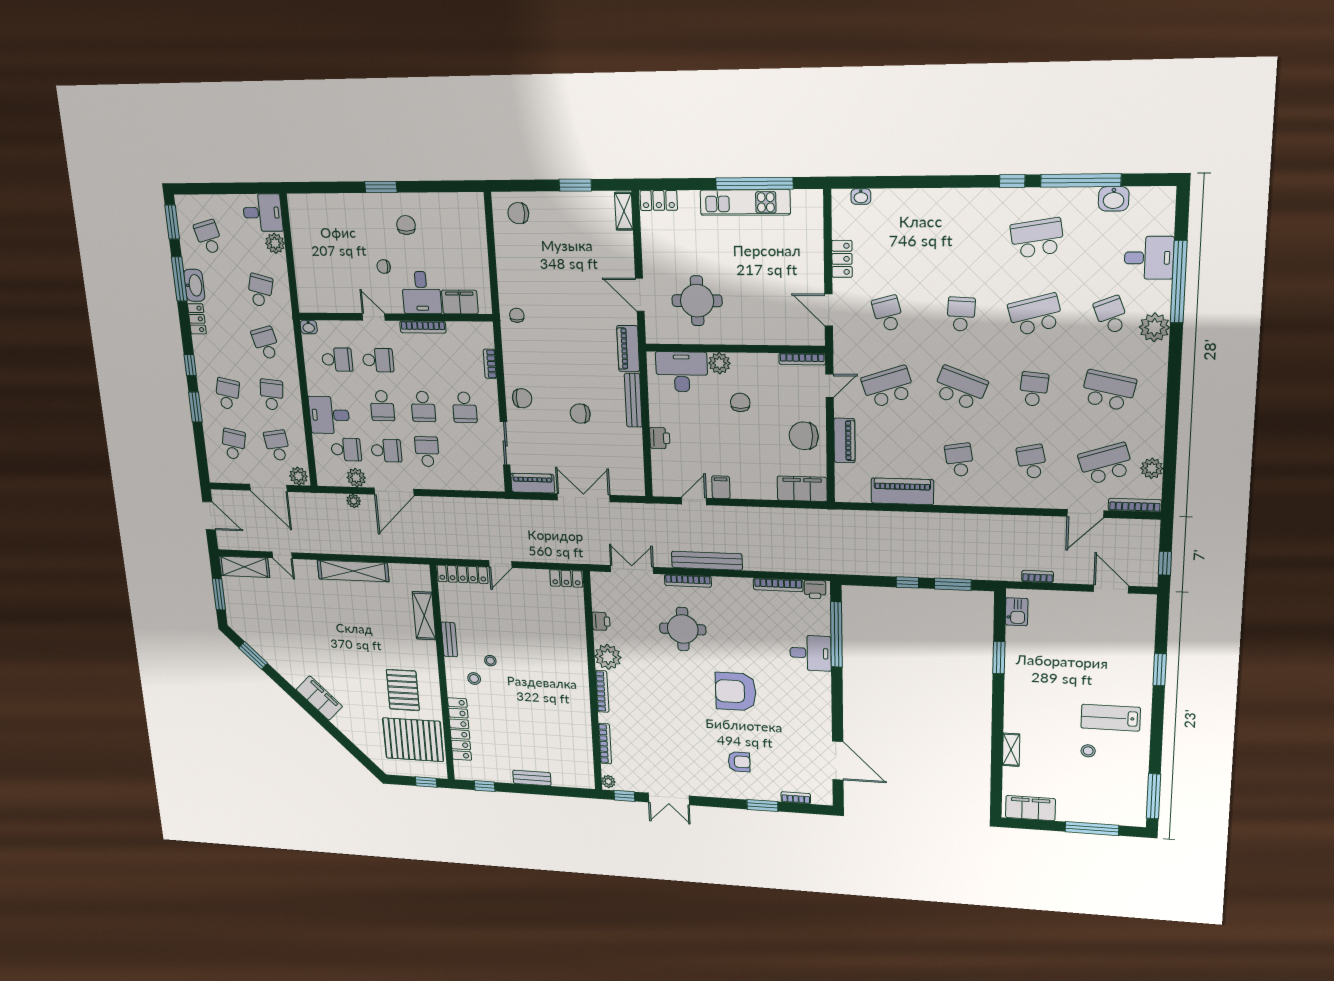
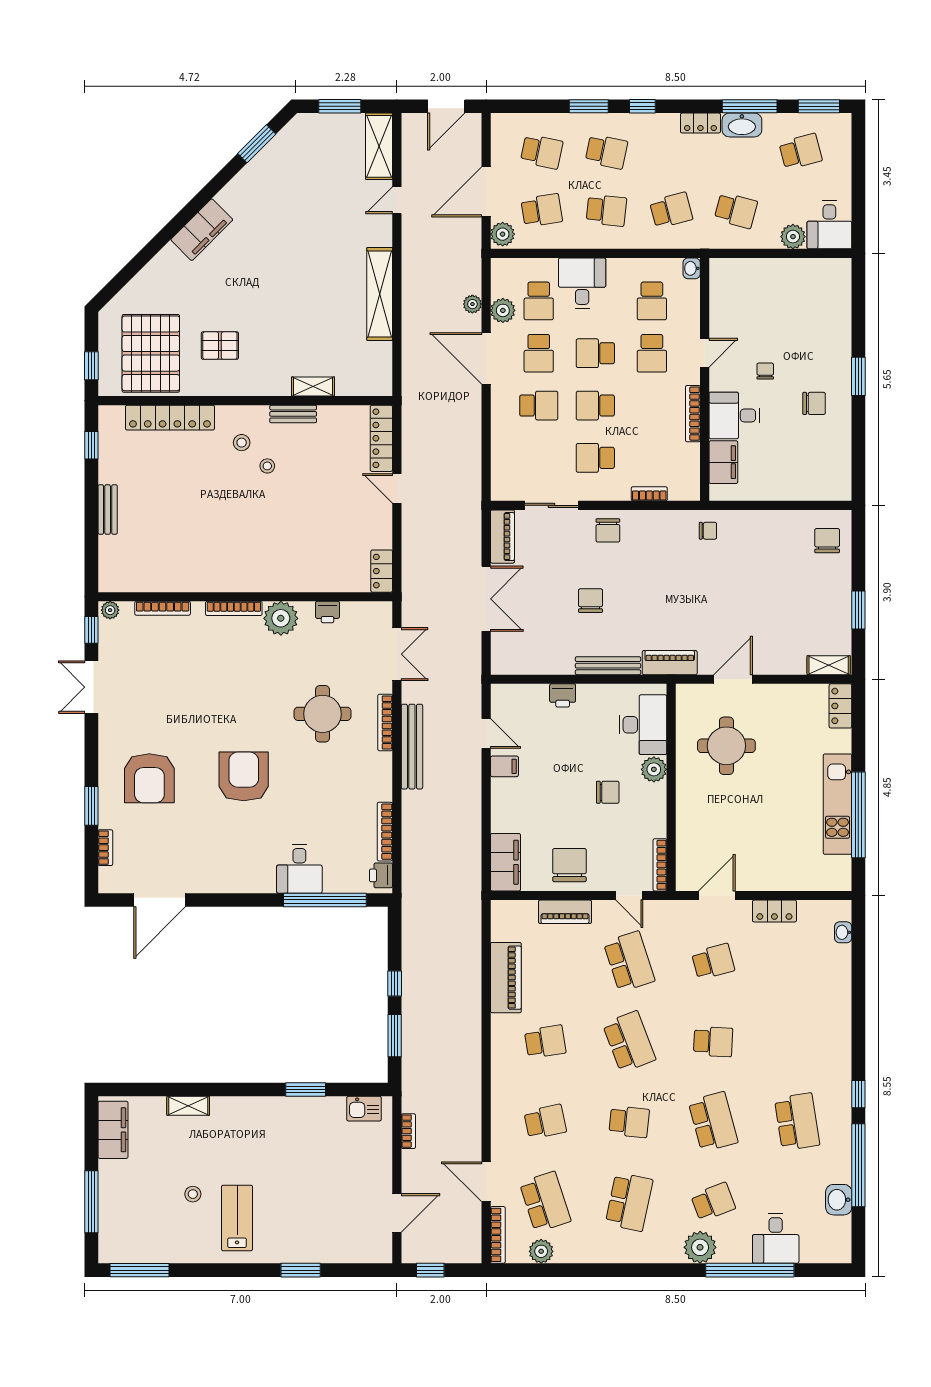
school desk: (960, 388) -> (629, 1042), turned -42
shelving: (424, 616) -> (313, 386), width x0.67, depth x0.75
pallet: (403, 690) -> (220, 346), width x0.67, depth x0.71
armchair: (739, 762) -> (149, 778), width x1.88, depth x1.88

